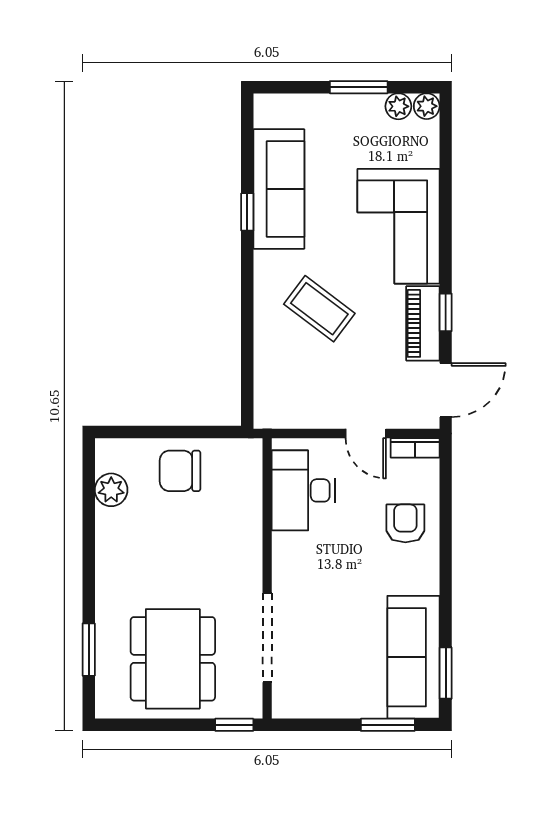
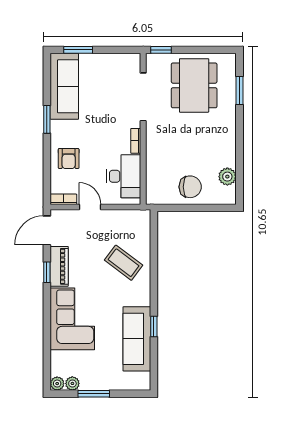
coffee table: (319, 309) -> (124, 263), moved
bookcase: (281, 556) -> (136, 141), added
window: (446, 673) -> (47, 119), moved

